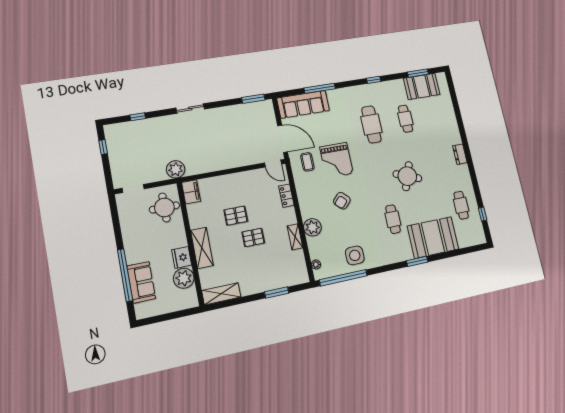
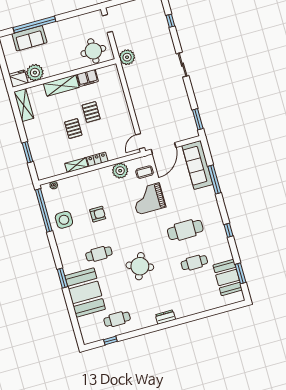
filing cabinet: (191, 192) -> (88, 78), moved
locker: (286, 196) -> (97, 159), moved
armchair: (342, 201) -> (98, 214), moved, turned 136
plant: (312, 227) -> (120, 171), moved
fridge: (182, 257) -> (18, 79), moved

